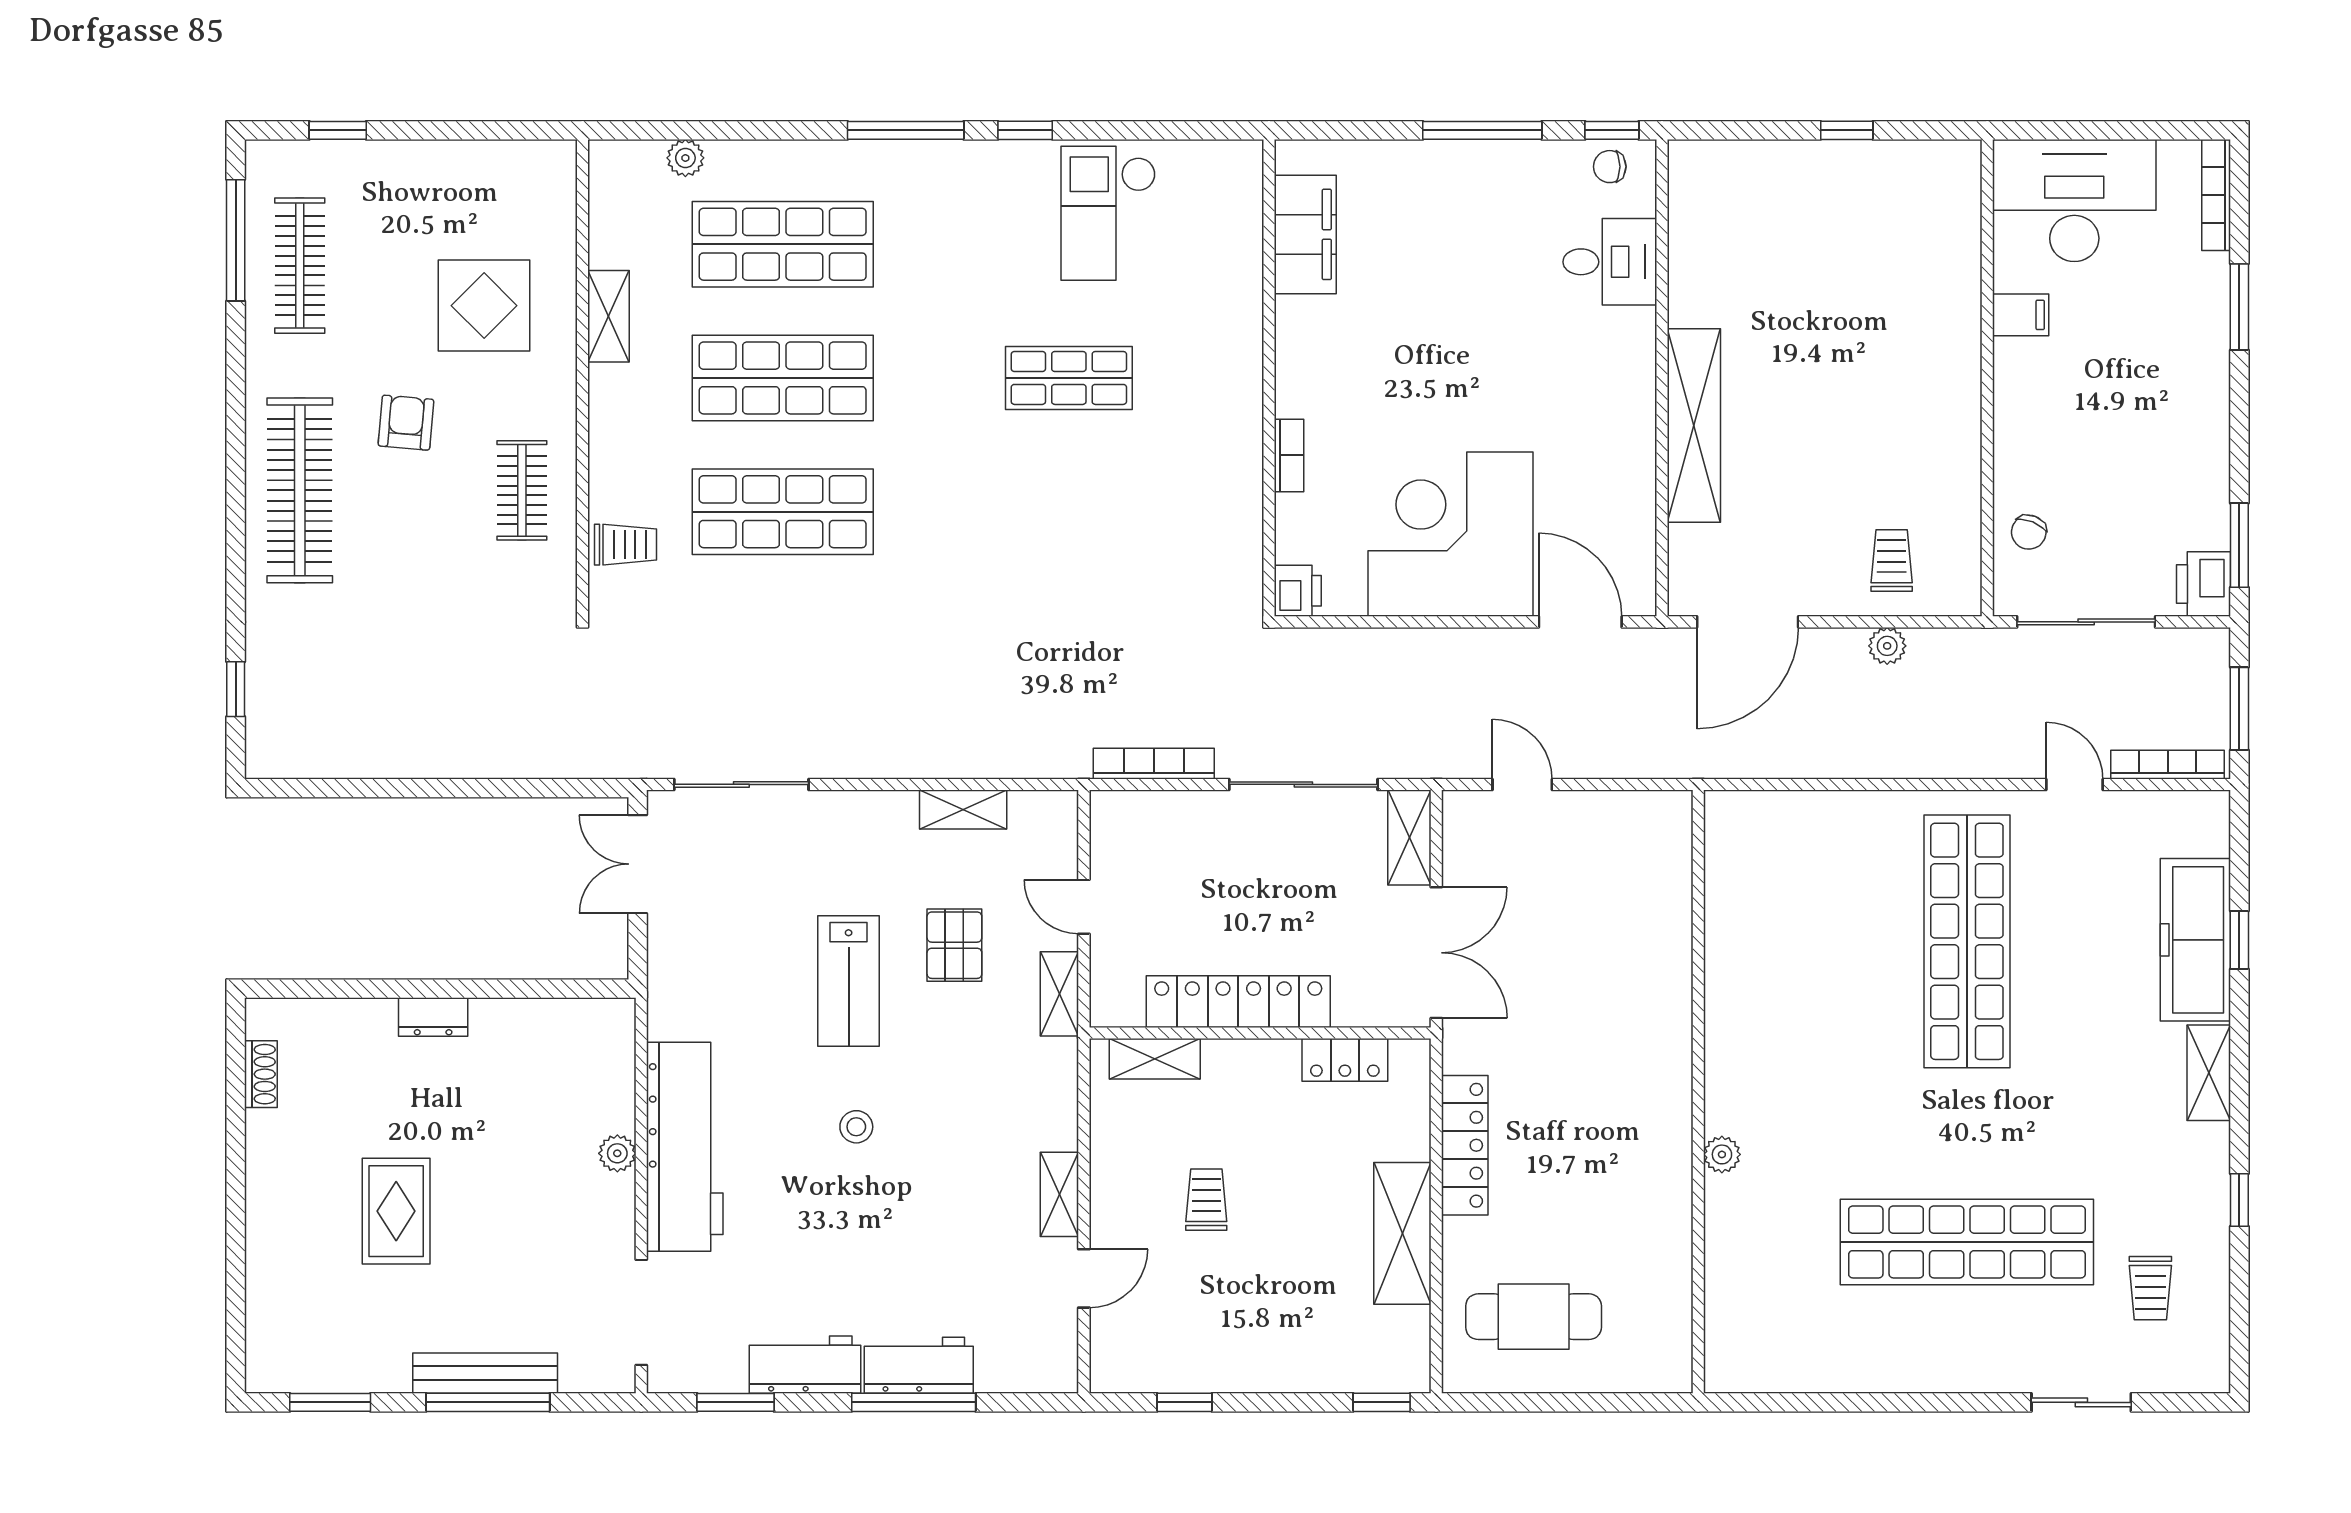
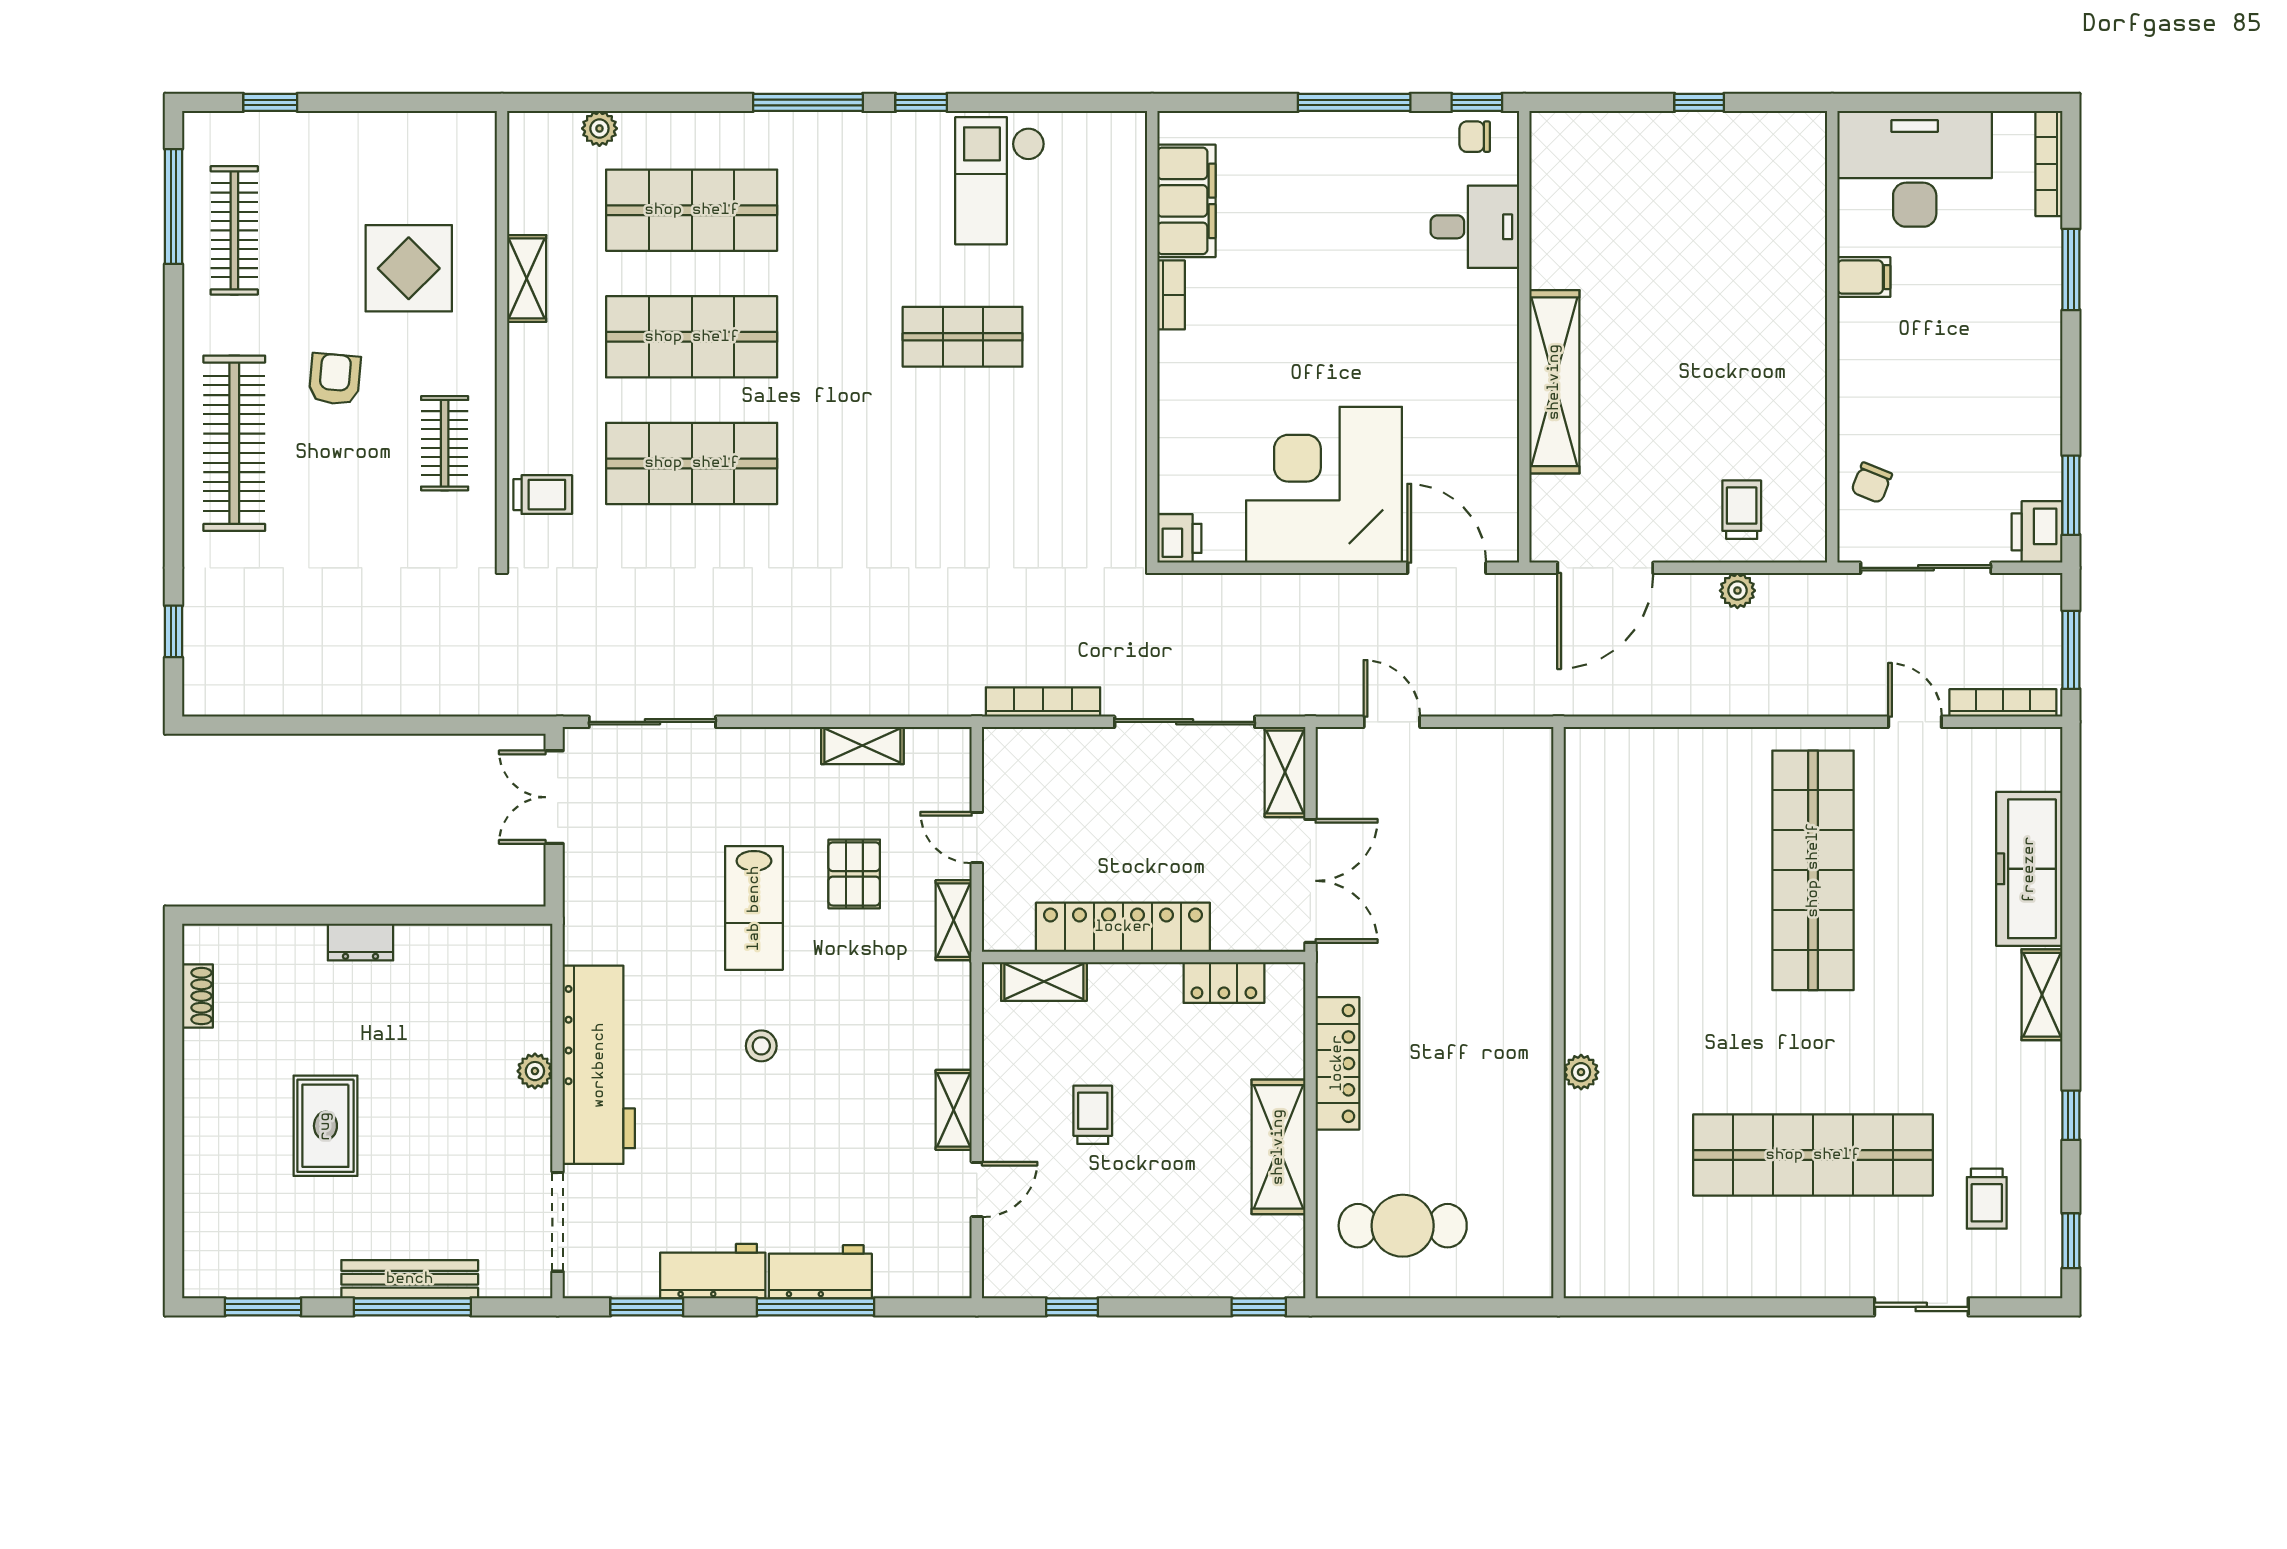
bookcase: (1289, 455) -> (1171, 295), moved
window: (2239, 940) -> (2071, 1241), moved

